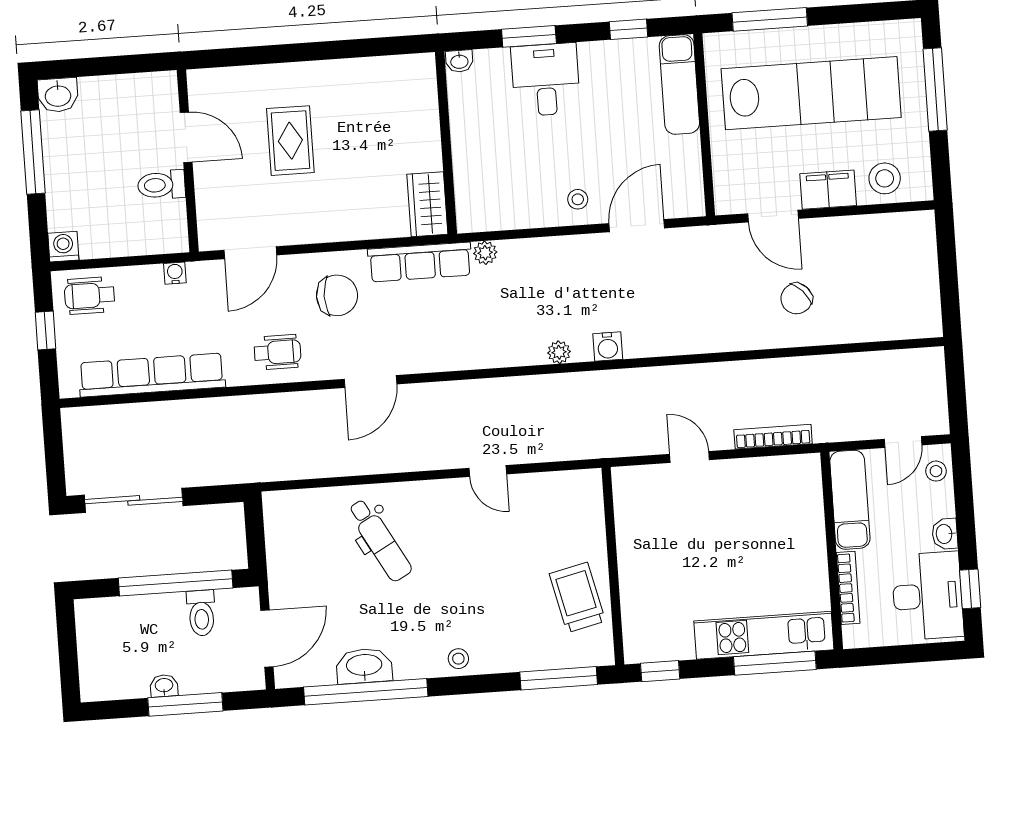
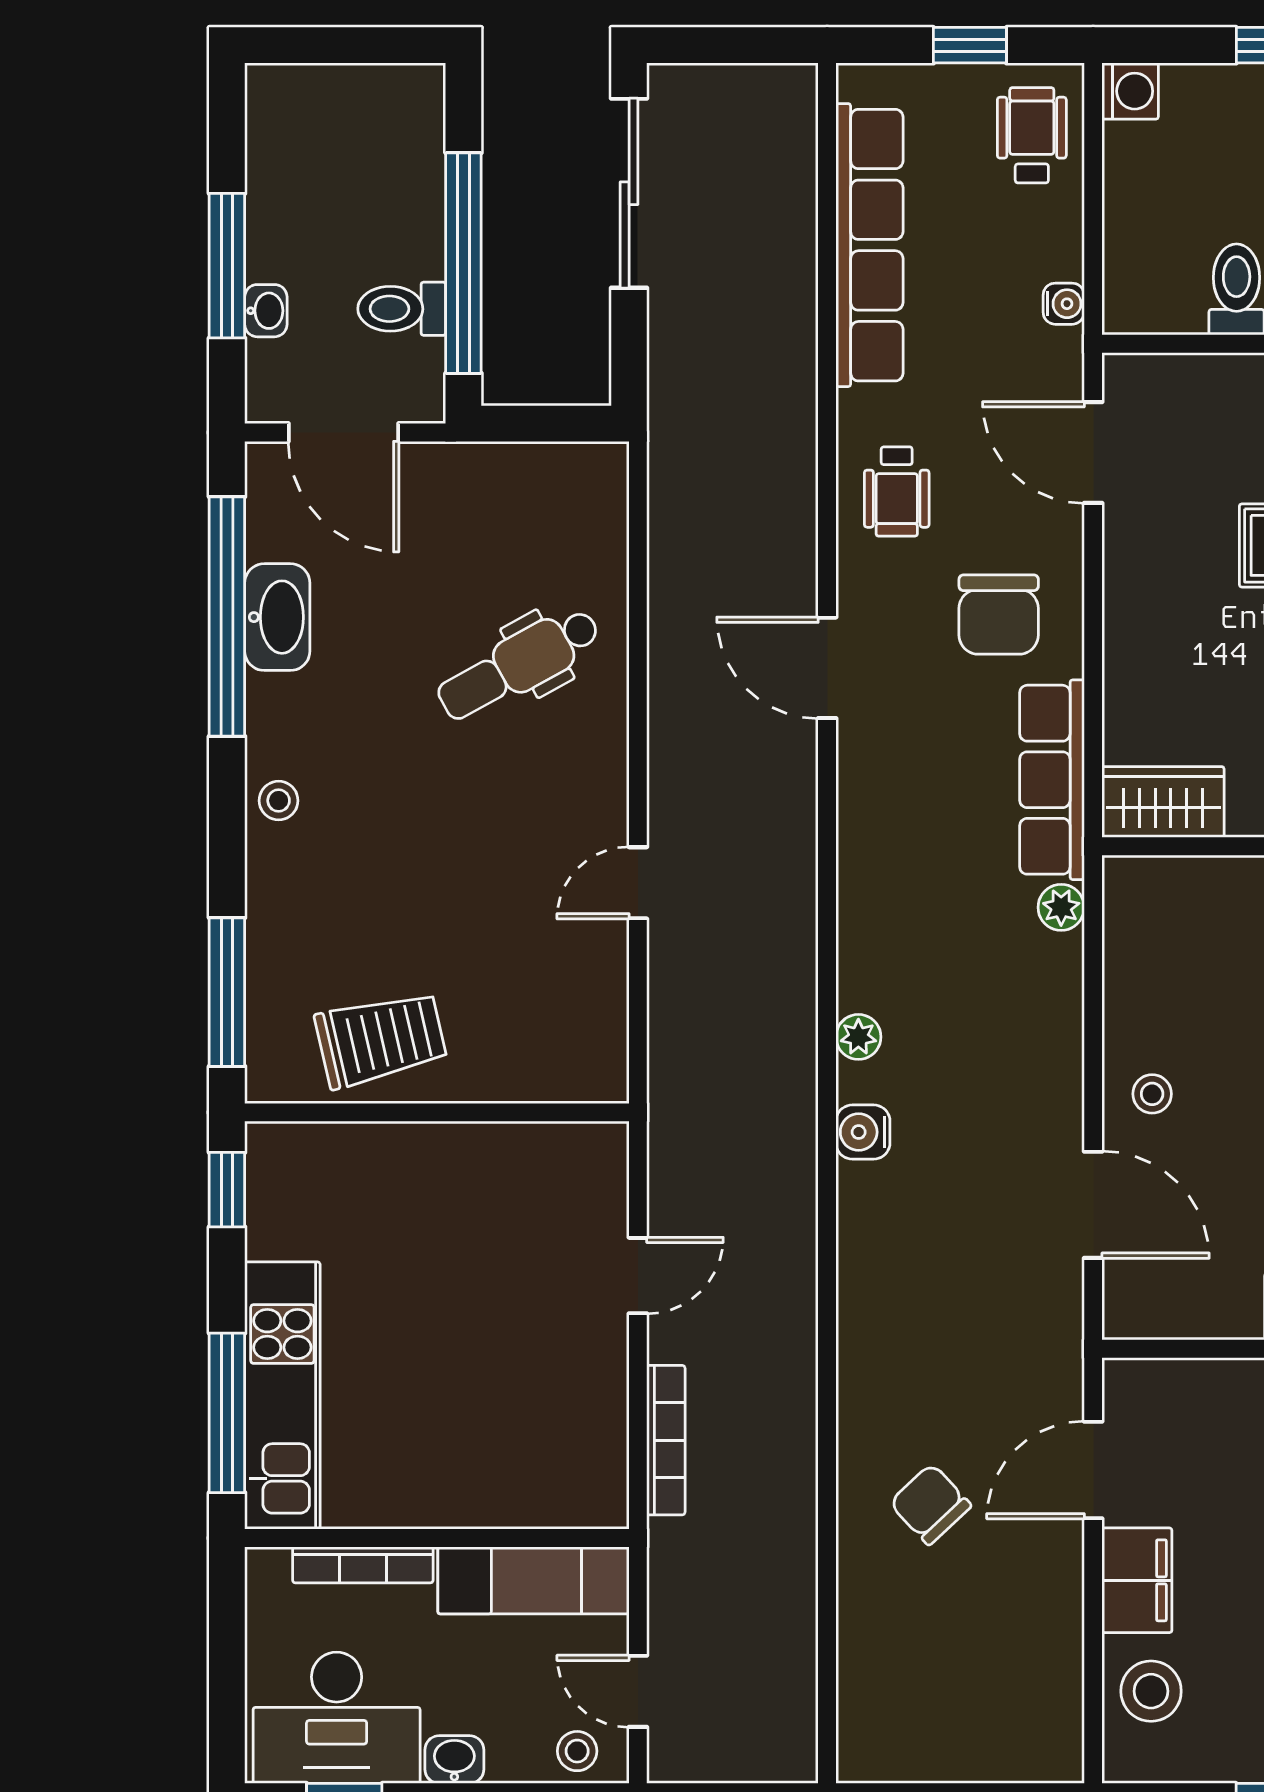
washbasin: (164, 686) -> (266, 311), moved

